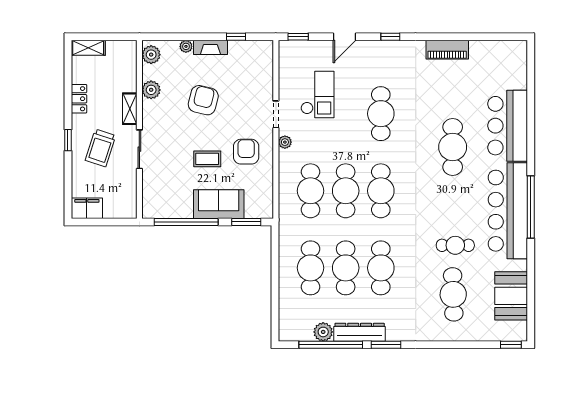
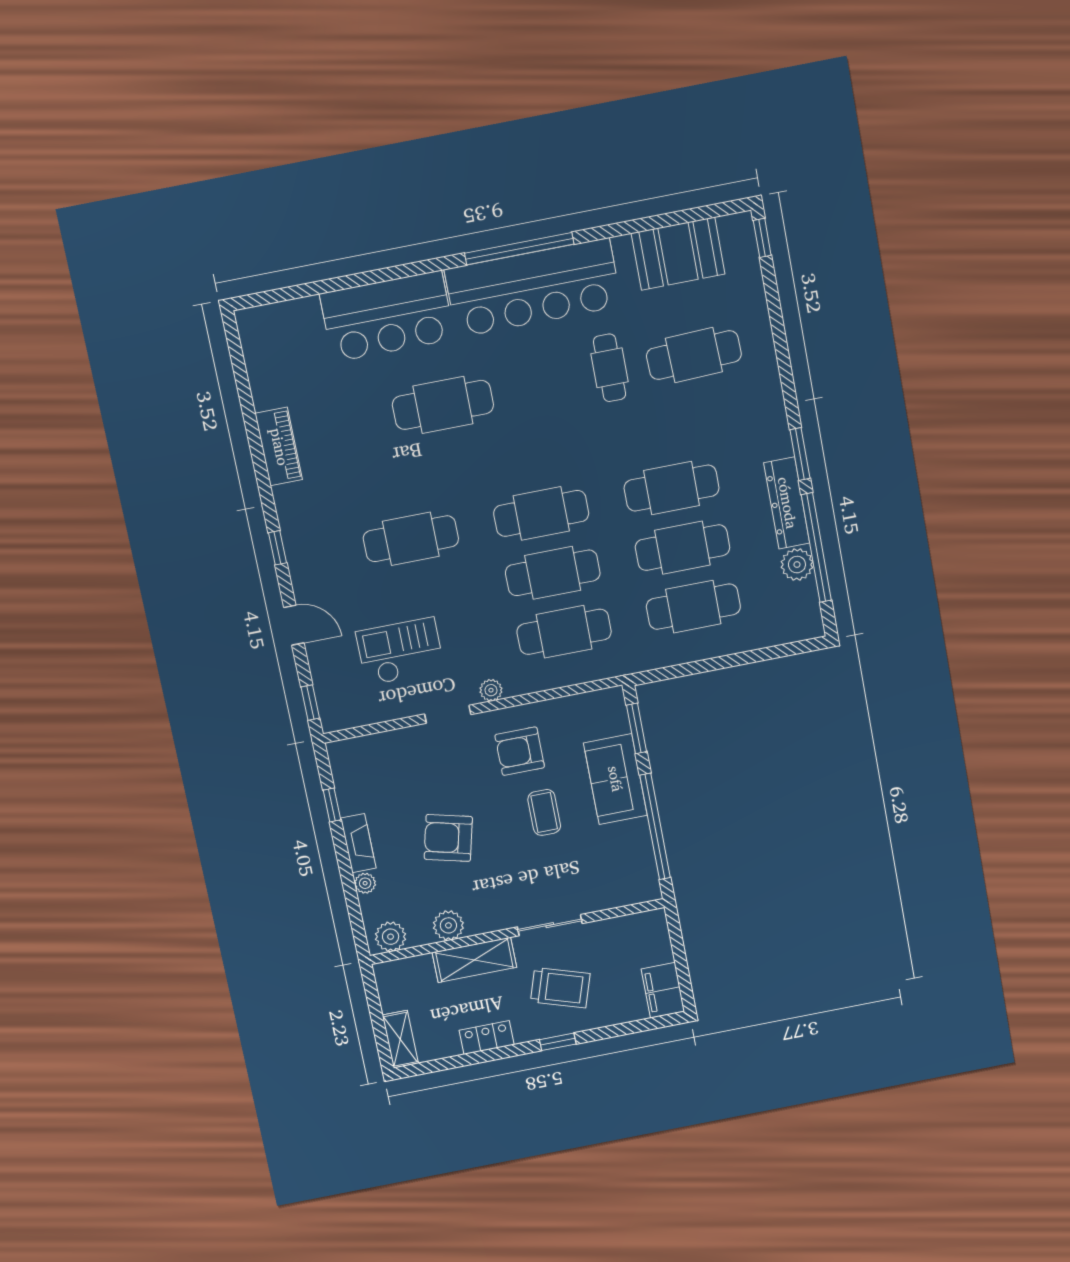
shelving: (130, 109) -> (474, 960), width x1.50, depth x1.33

